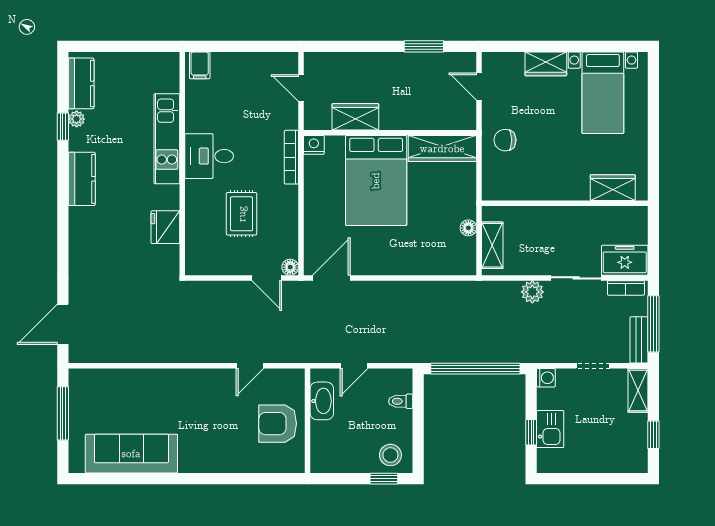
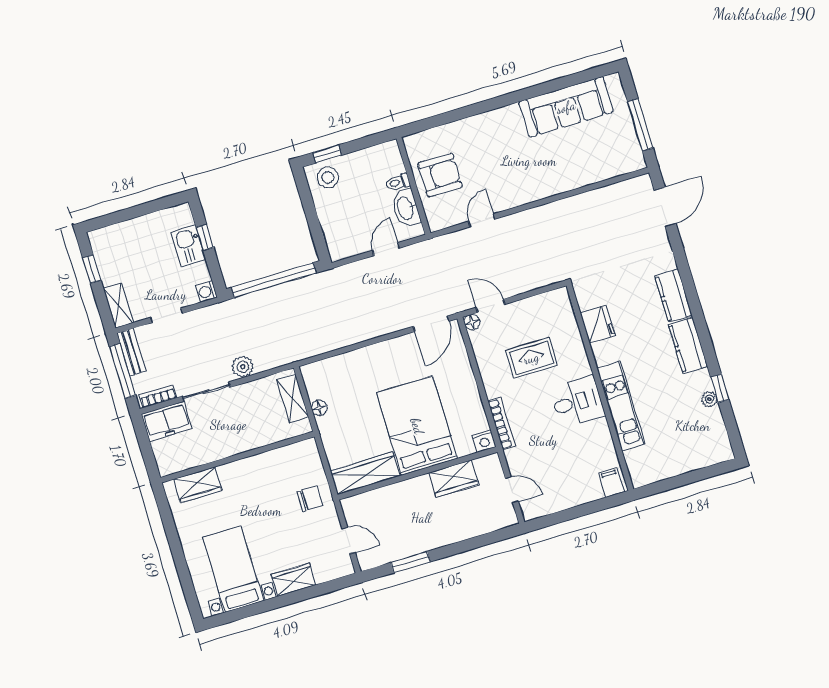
kitchen counter: (81, 83) -> (674, 296), moved
rug: (242, 214) -> (531, 358), turned 90
toilet: (401, 401) -> (398, 182), moved, turned 180

